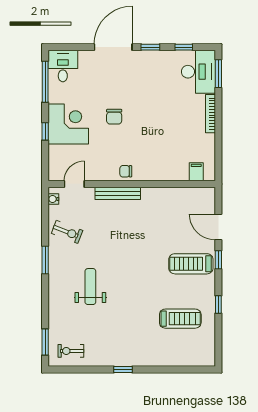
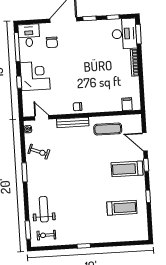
chair: (114, 117) -> (52, 42), moved
door: (74, 184) -> (42, 118), hinge flipped
exercise mat: (167, 206) -> (108, 129), added
weight bench: (90, 287) -> (44, 209), moved

